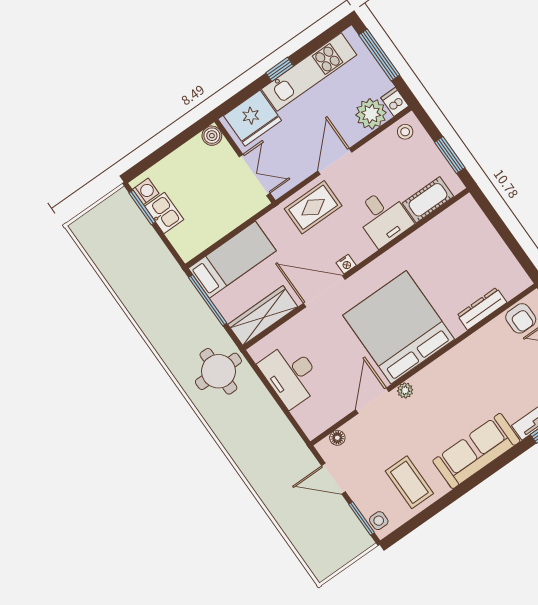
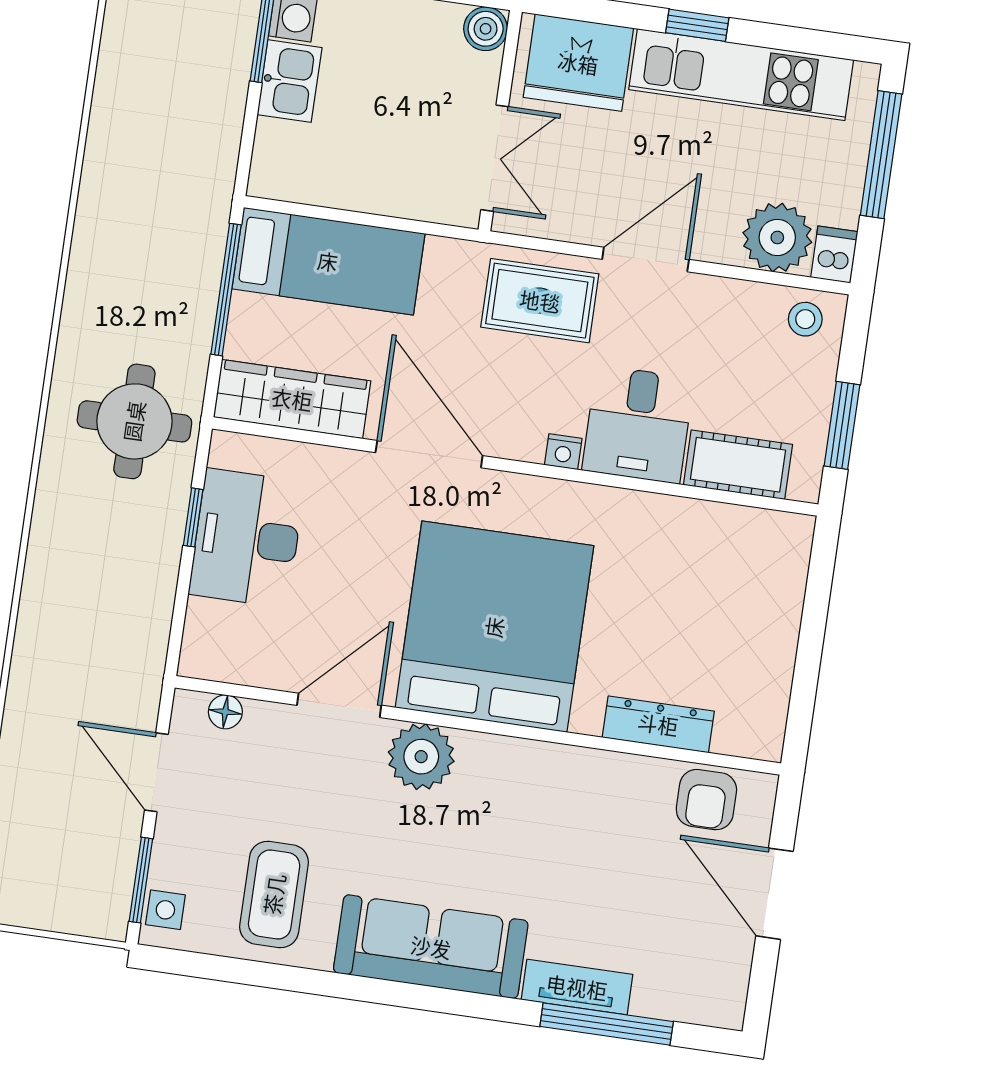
nightstand: (346, 264) -> (563, 452), moved
window: (267, 384) -> (193, 517), added
plant: (405, 390) -> (421, 757), width x1.88, depth x1.88

